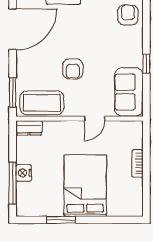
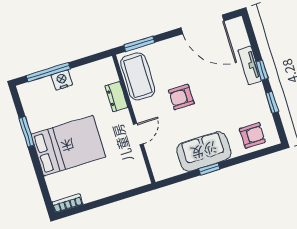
sofa: (129, 92) -> (204, 151), moved
door: (94, 119) -> (138, 134), swing flipped
dresser: (29, 128) -> (116, 97), moved
bookcase: (137, 164) -> (67, 203), moved

